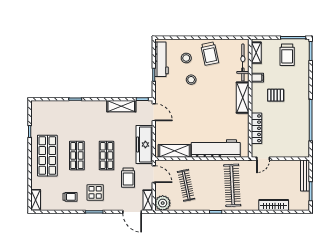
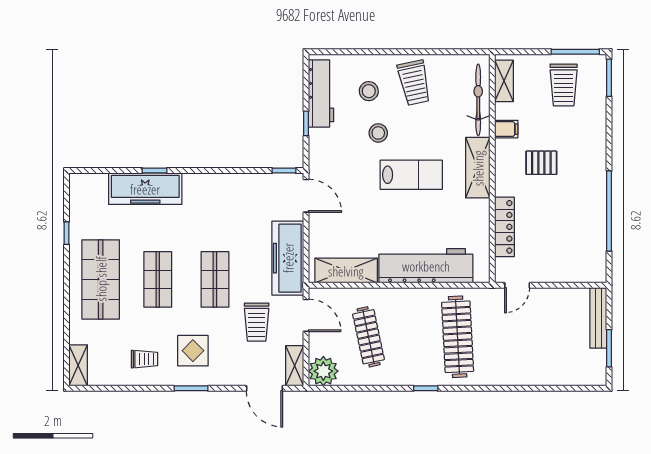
lab bench: (208, 101) -> (411, 175), added
shelving: (121, 106) -> (243, 184), removed
freezer: (70, 109) -> (145, 189), added
wardrobe: (274, 205) -> (538, 375), removed

